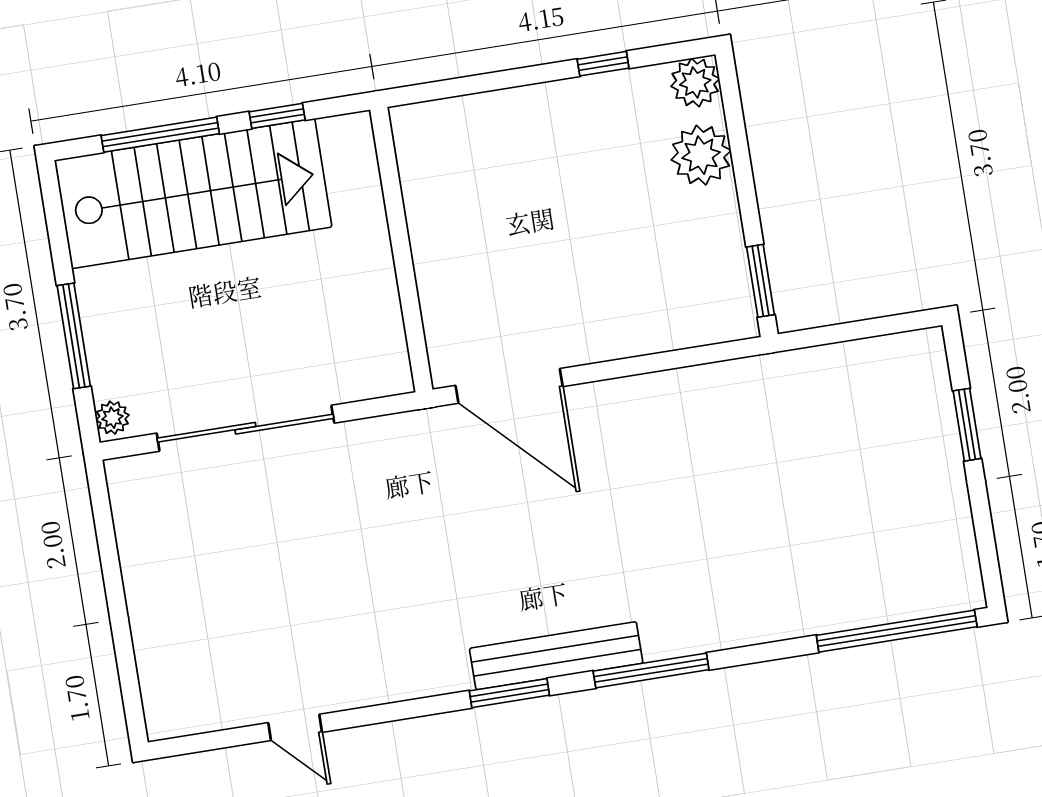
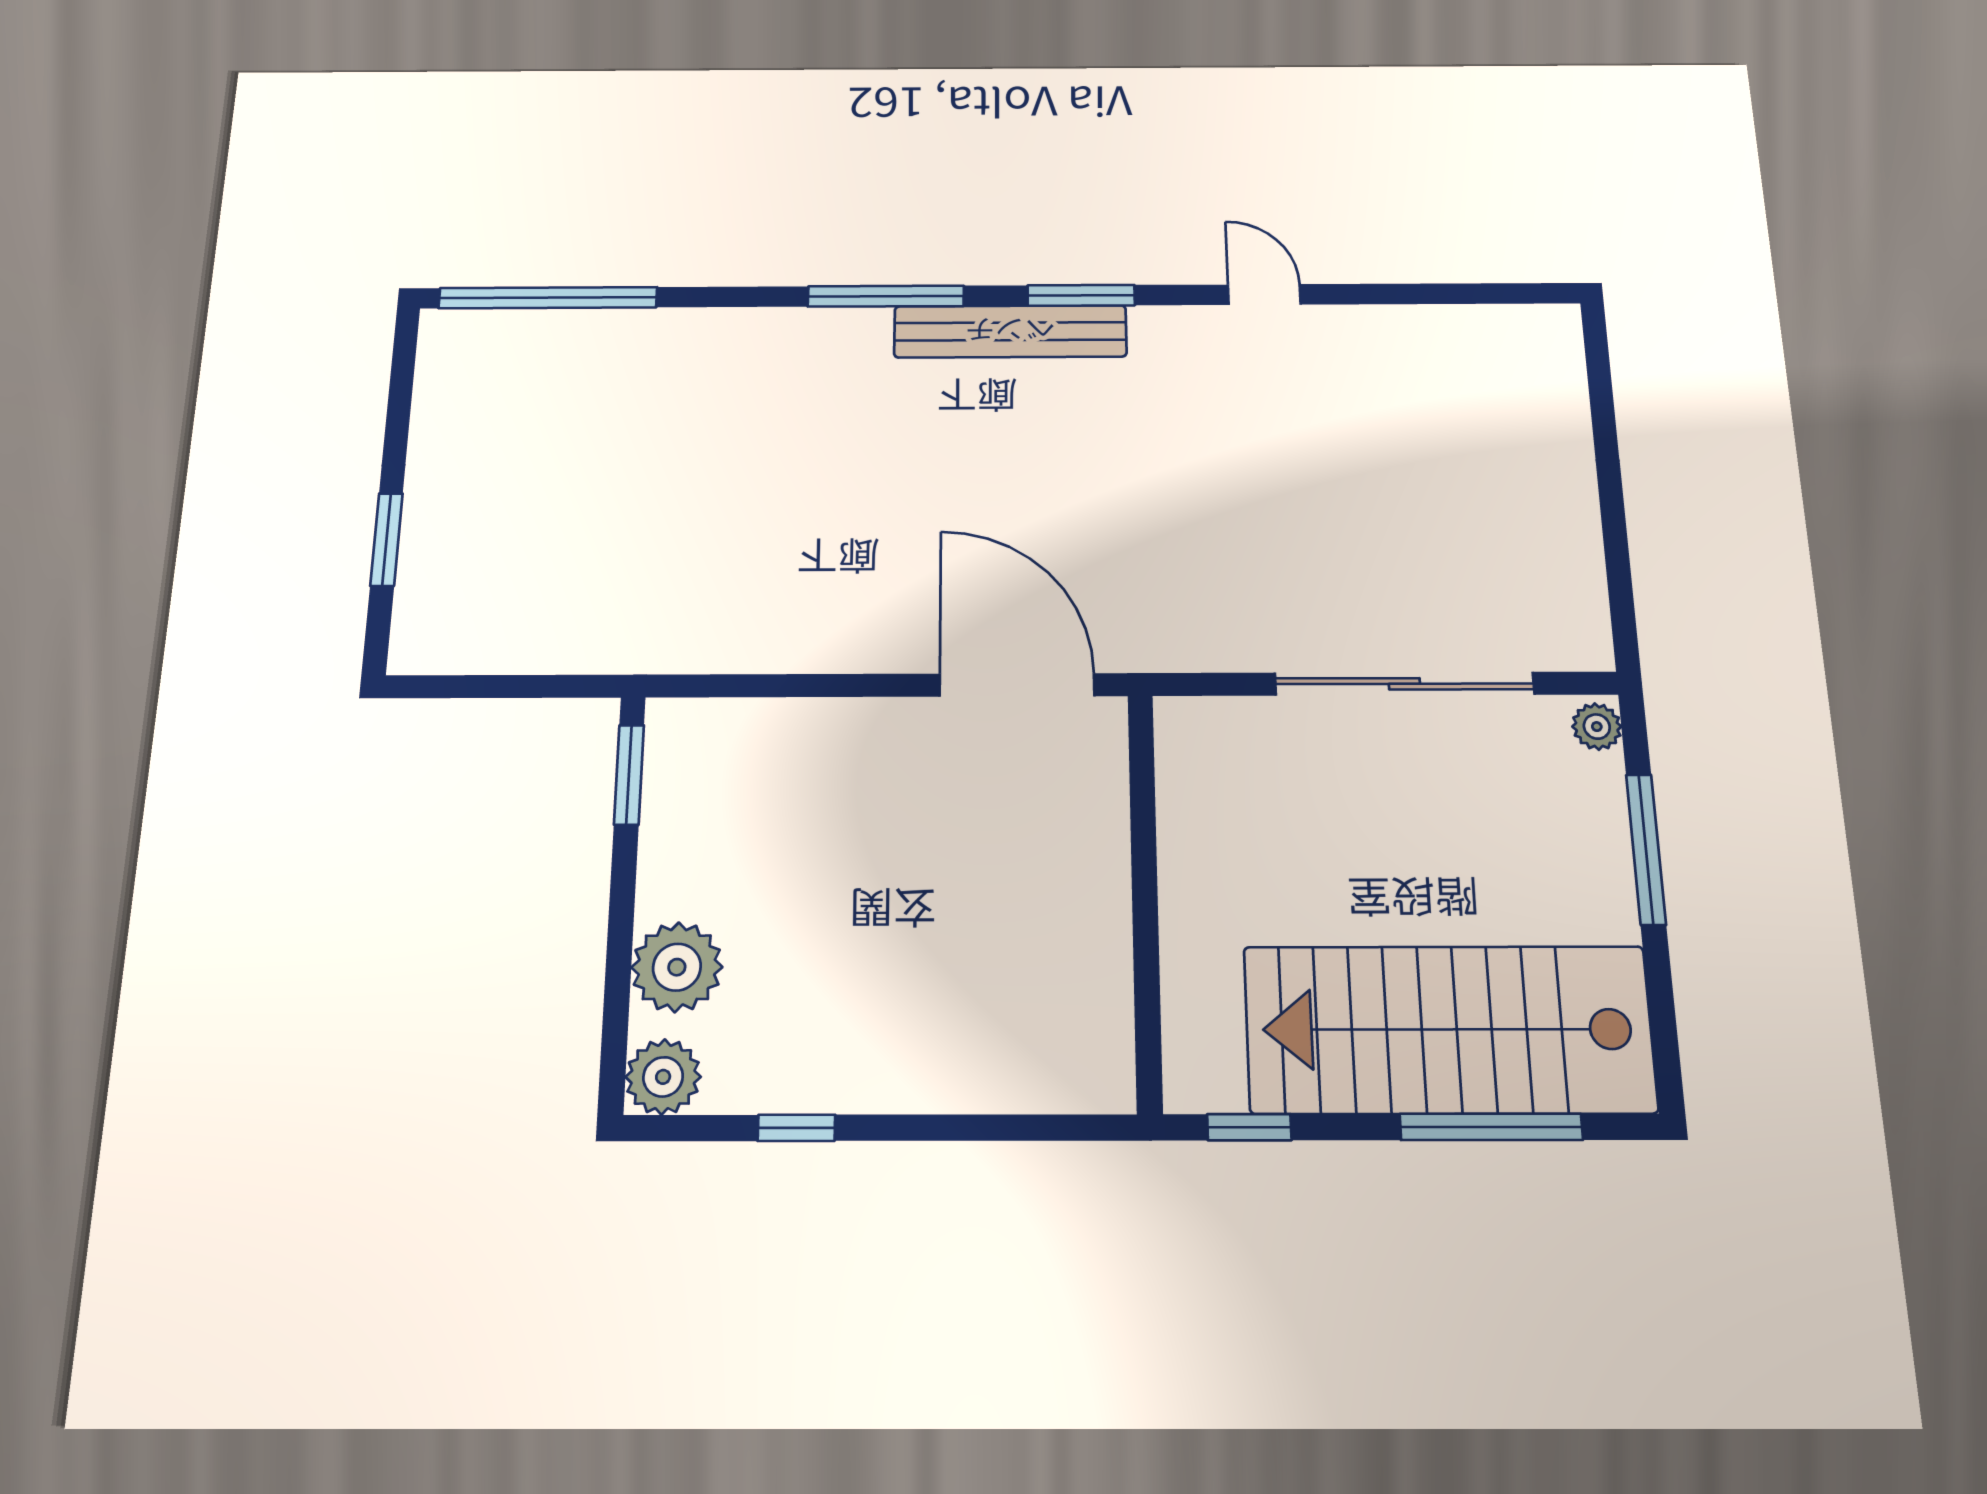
window: (277, 116) -> (1249, 1127), moved
door: (295, 727) -> (1264, 295), moved

